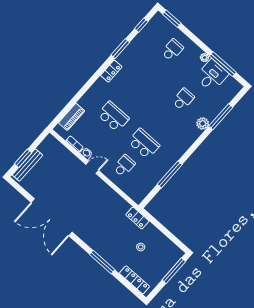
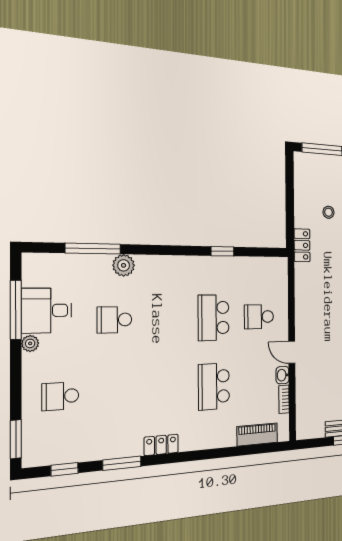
window: (170, 174) -> (222, 251), width x0.46

